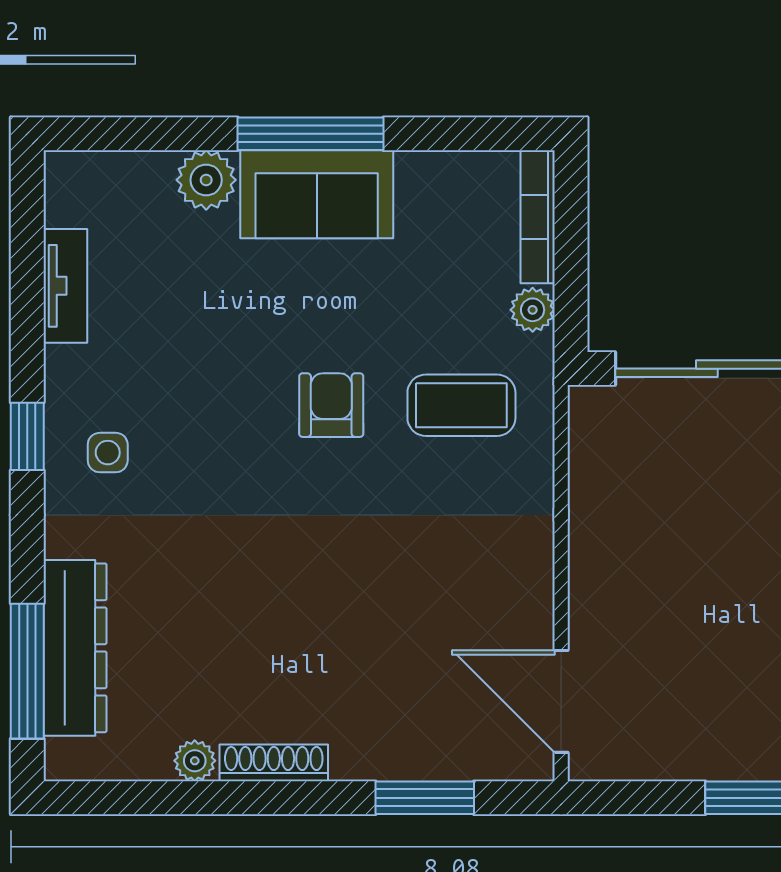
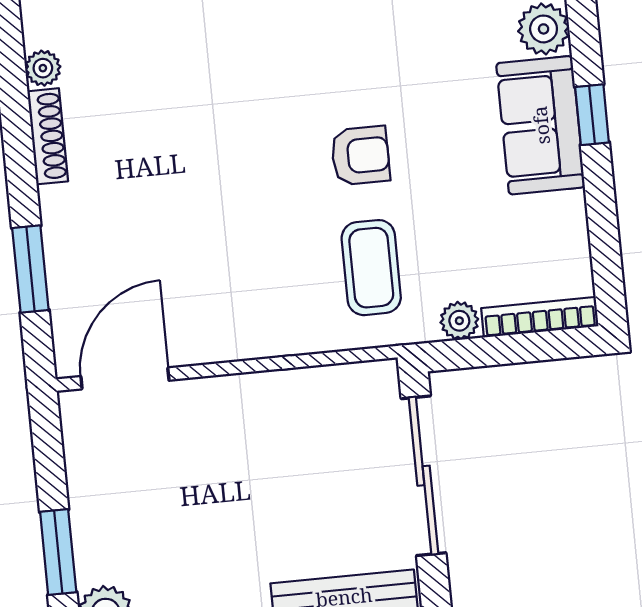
window: (310, 134) -> (592, 115), width x0.46

